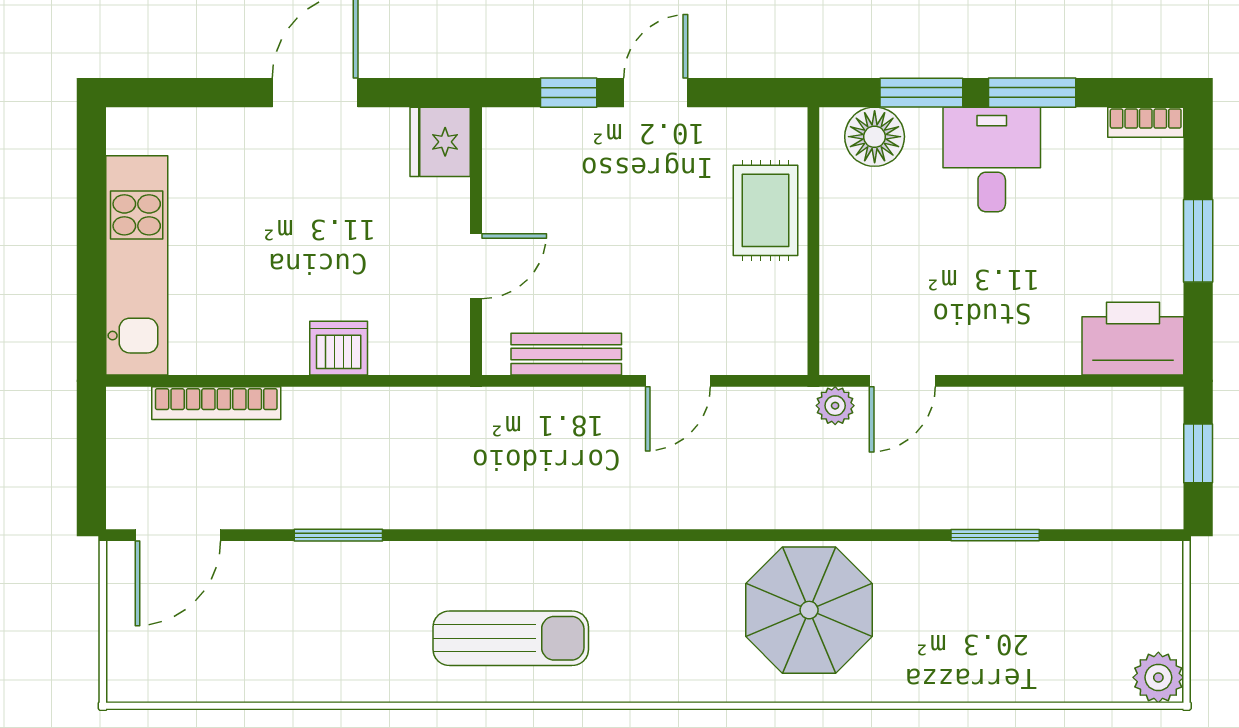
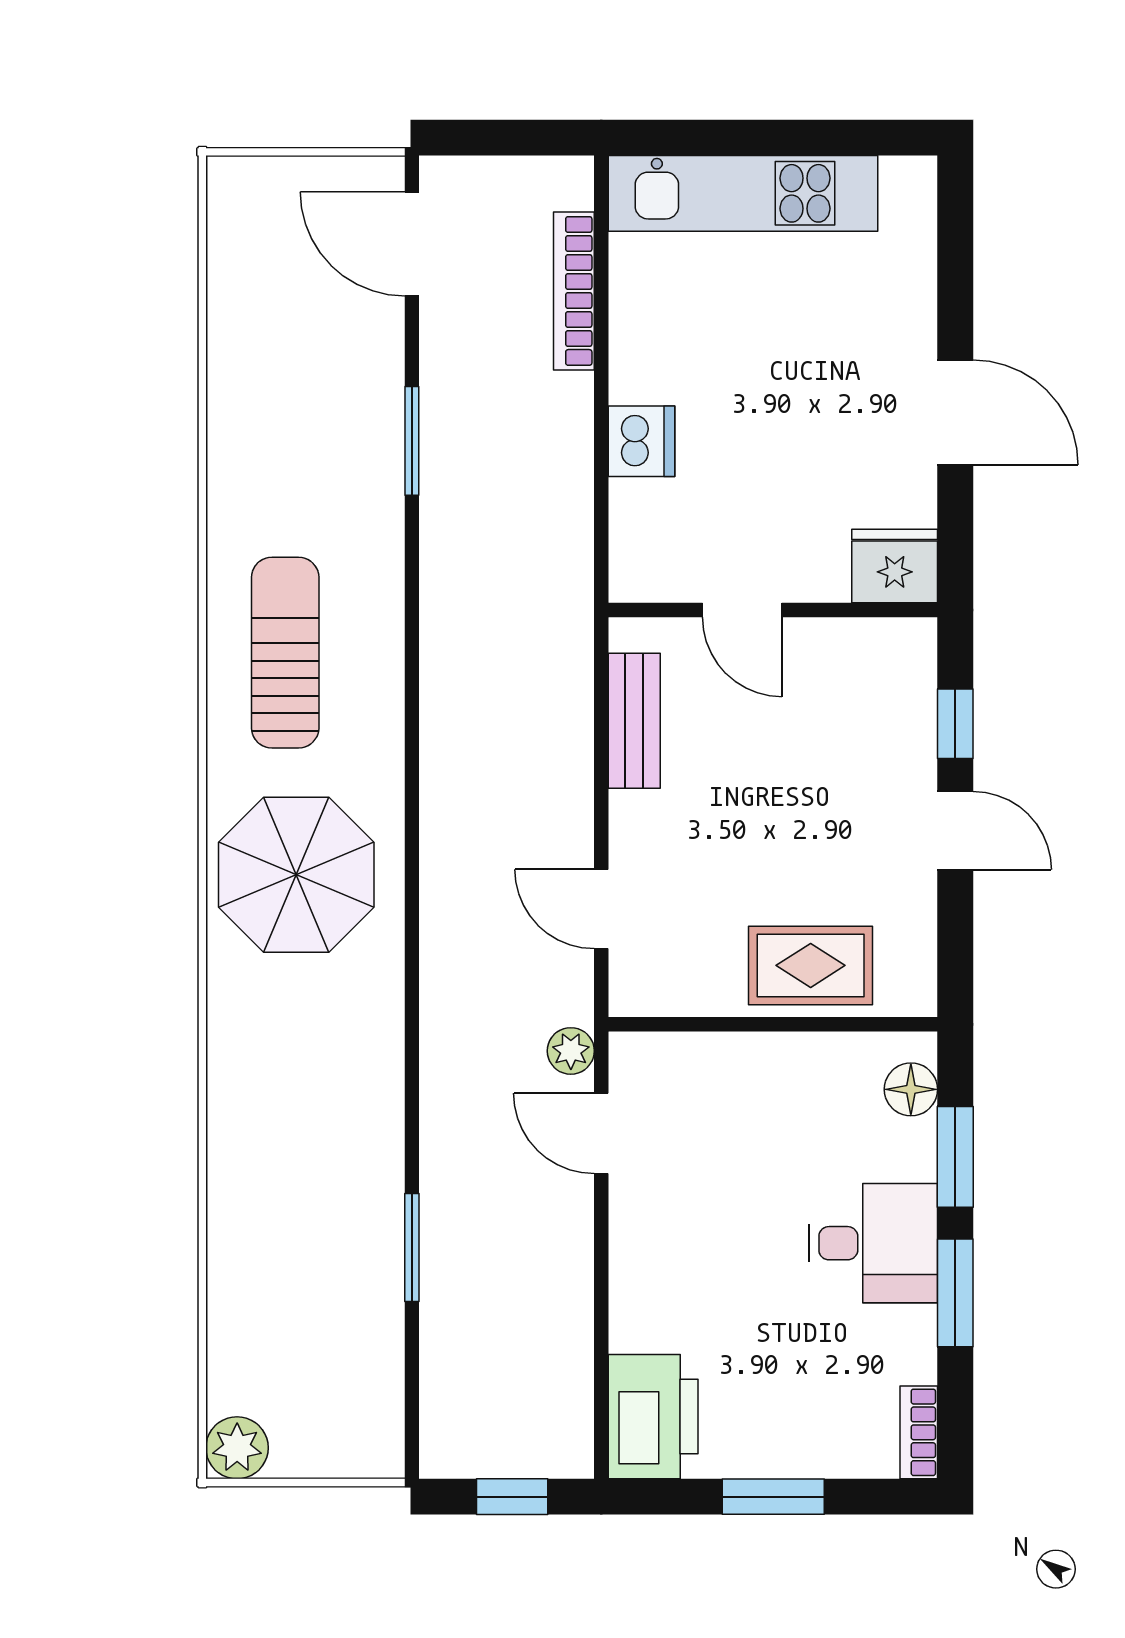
floor lamp: (875, 137) -> (911, 1089), width x0.73, depth x0.73
door: (678, 381) -> (601, 909), moved
parasol: (809, 610) -> (296, 875), moved
sun lounger: (511, 638) -> (285, 653), turned 180

